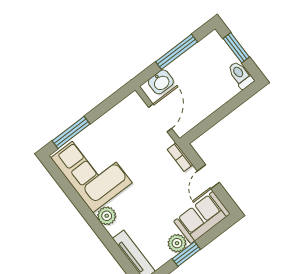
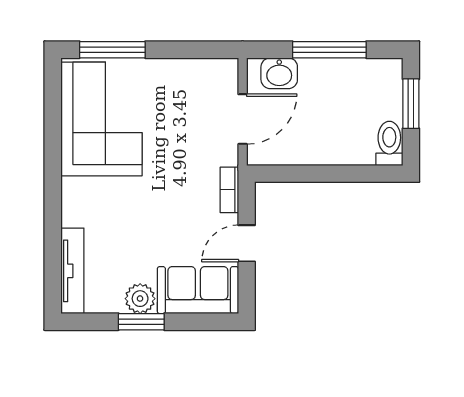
plant: (107, 216) -> (76, 193), removed

